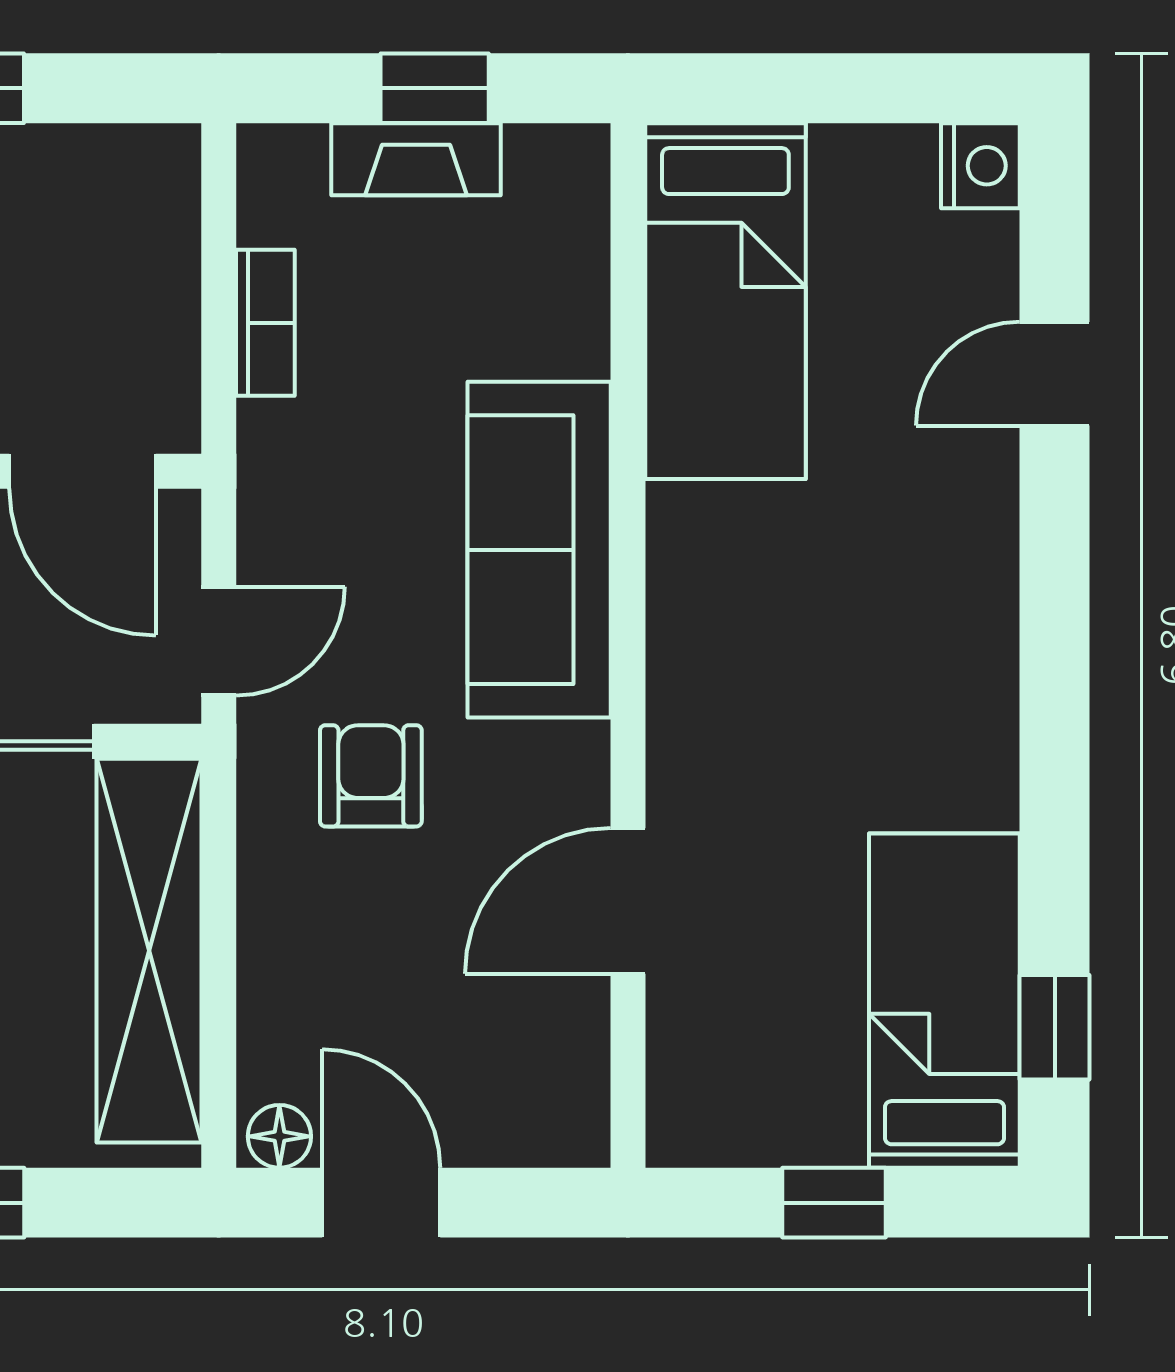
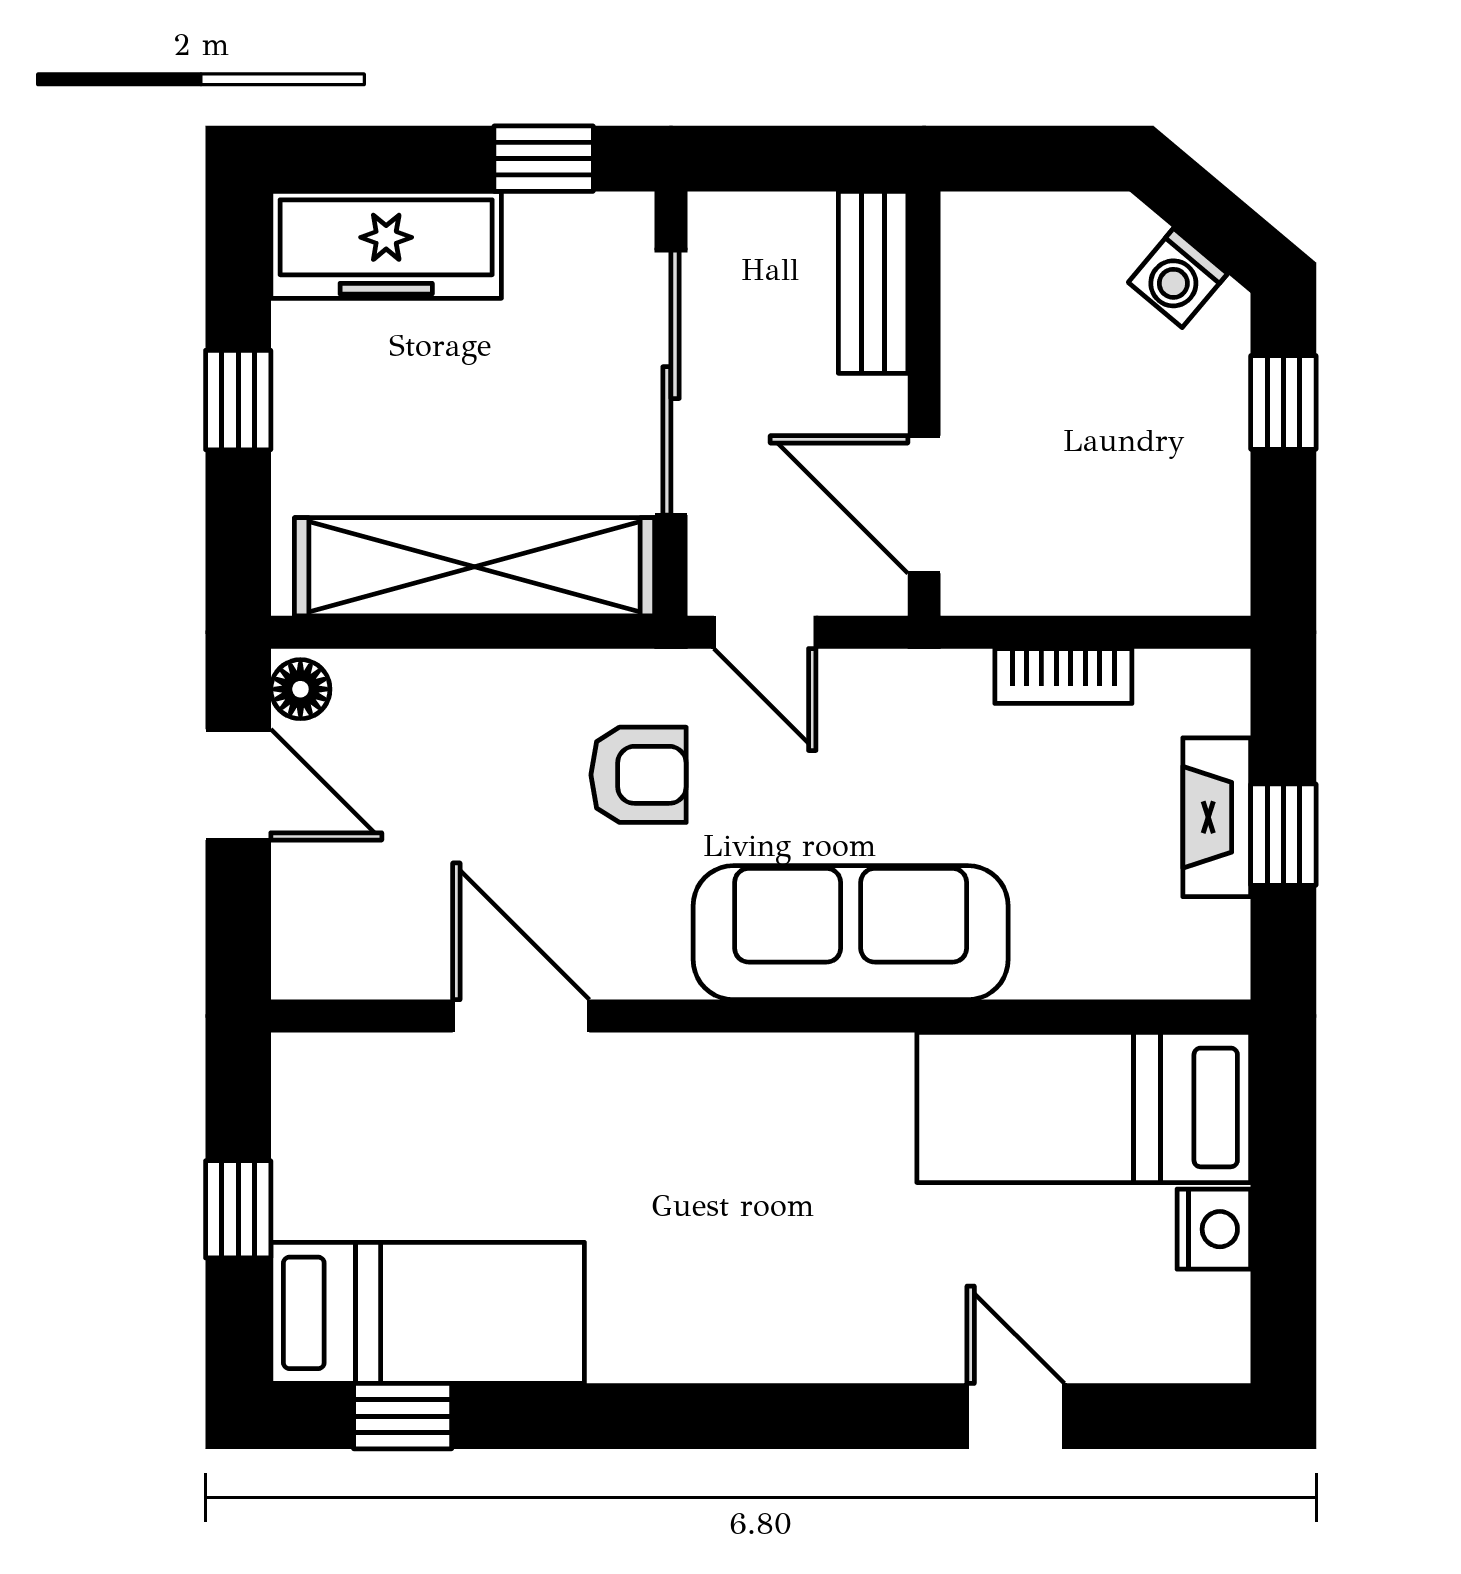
nightstand: (980, 166) -> (1214, 1229), moved, turned -90
door: (83, 471) -> (924, 505), hinge flipped
door: (381, 1203) -> (238, 785), hinge flipped

